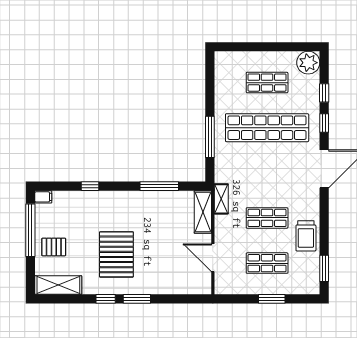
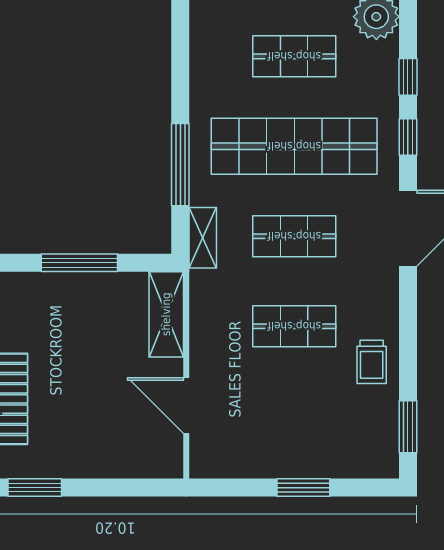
shelving: (221, 199) -> (203, 238), moved
trolley: (306, 236) -> (372, 362), width x0.73, depth x0.72
shop shelf: (267, 263) -> (294, 236), moved

